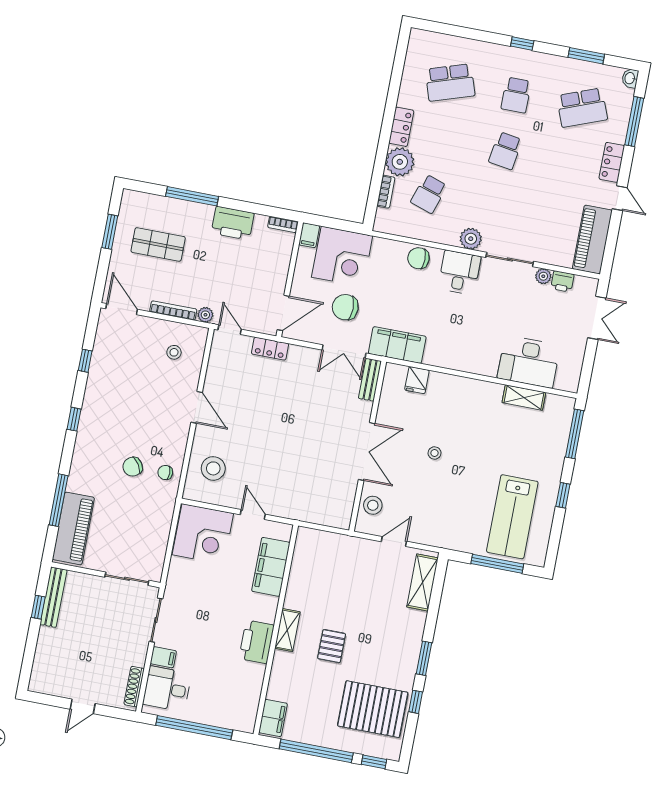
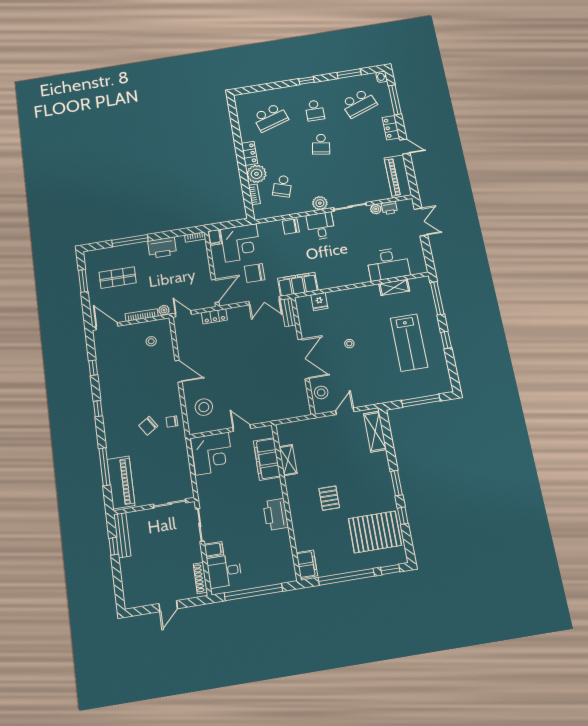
lab bench: (512, 517) -> (409, 342), moved
shelving: (287, 630) -> (288, 460), moved

